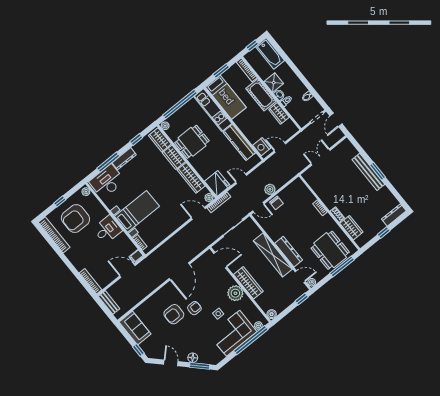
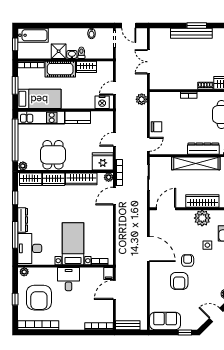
kitchen counter: (239, 142) -> (78, 117), width x0.67
plant: (270, 189) -> (142, 99), moved

